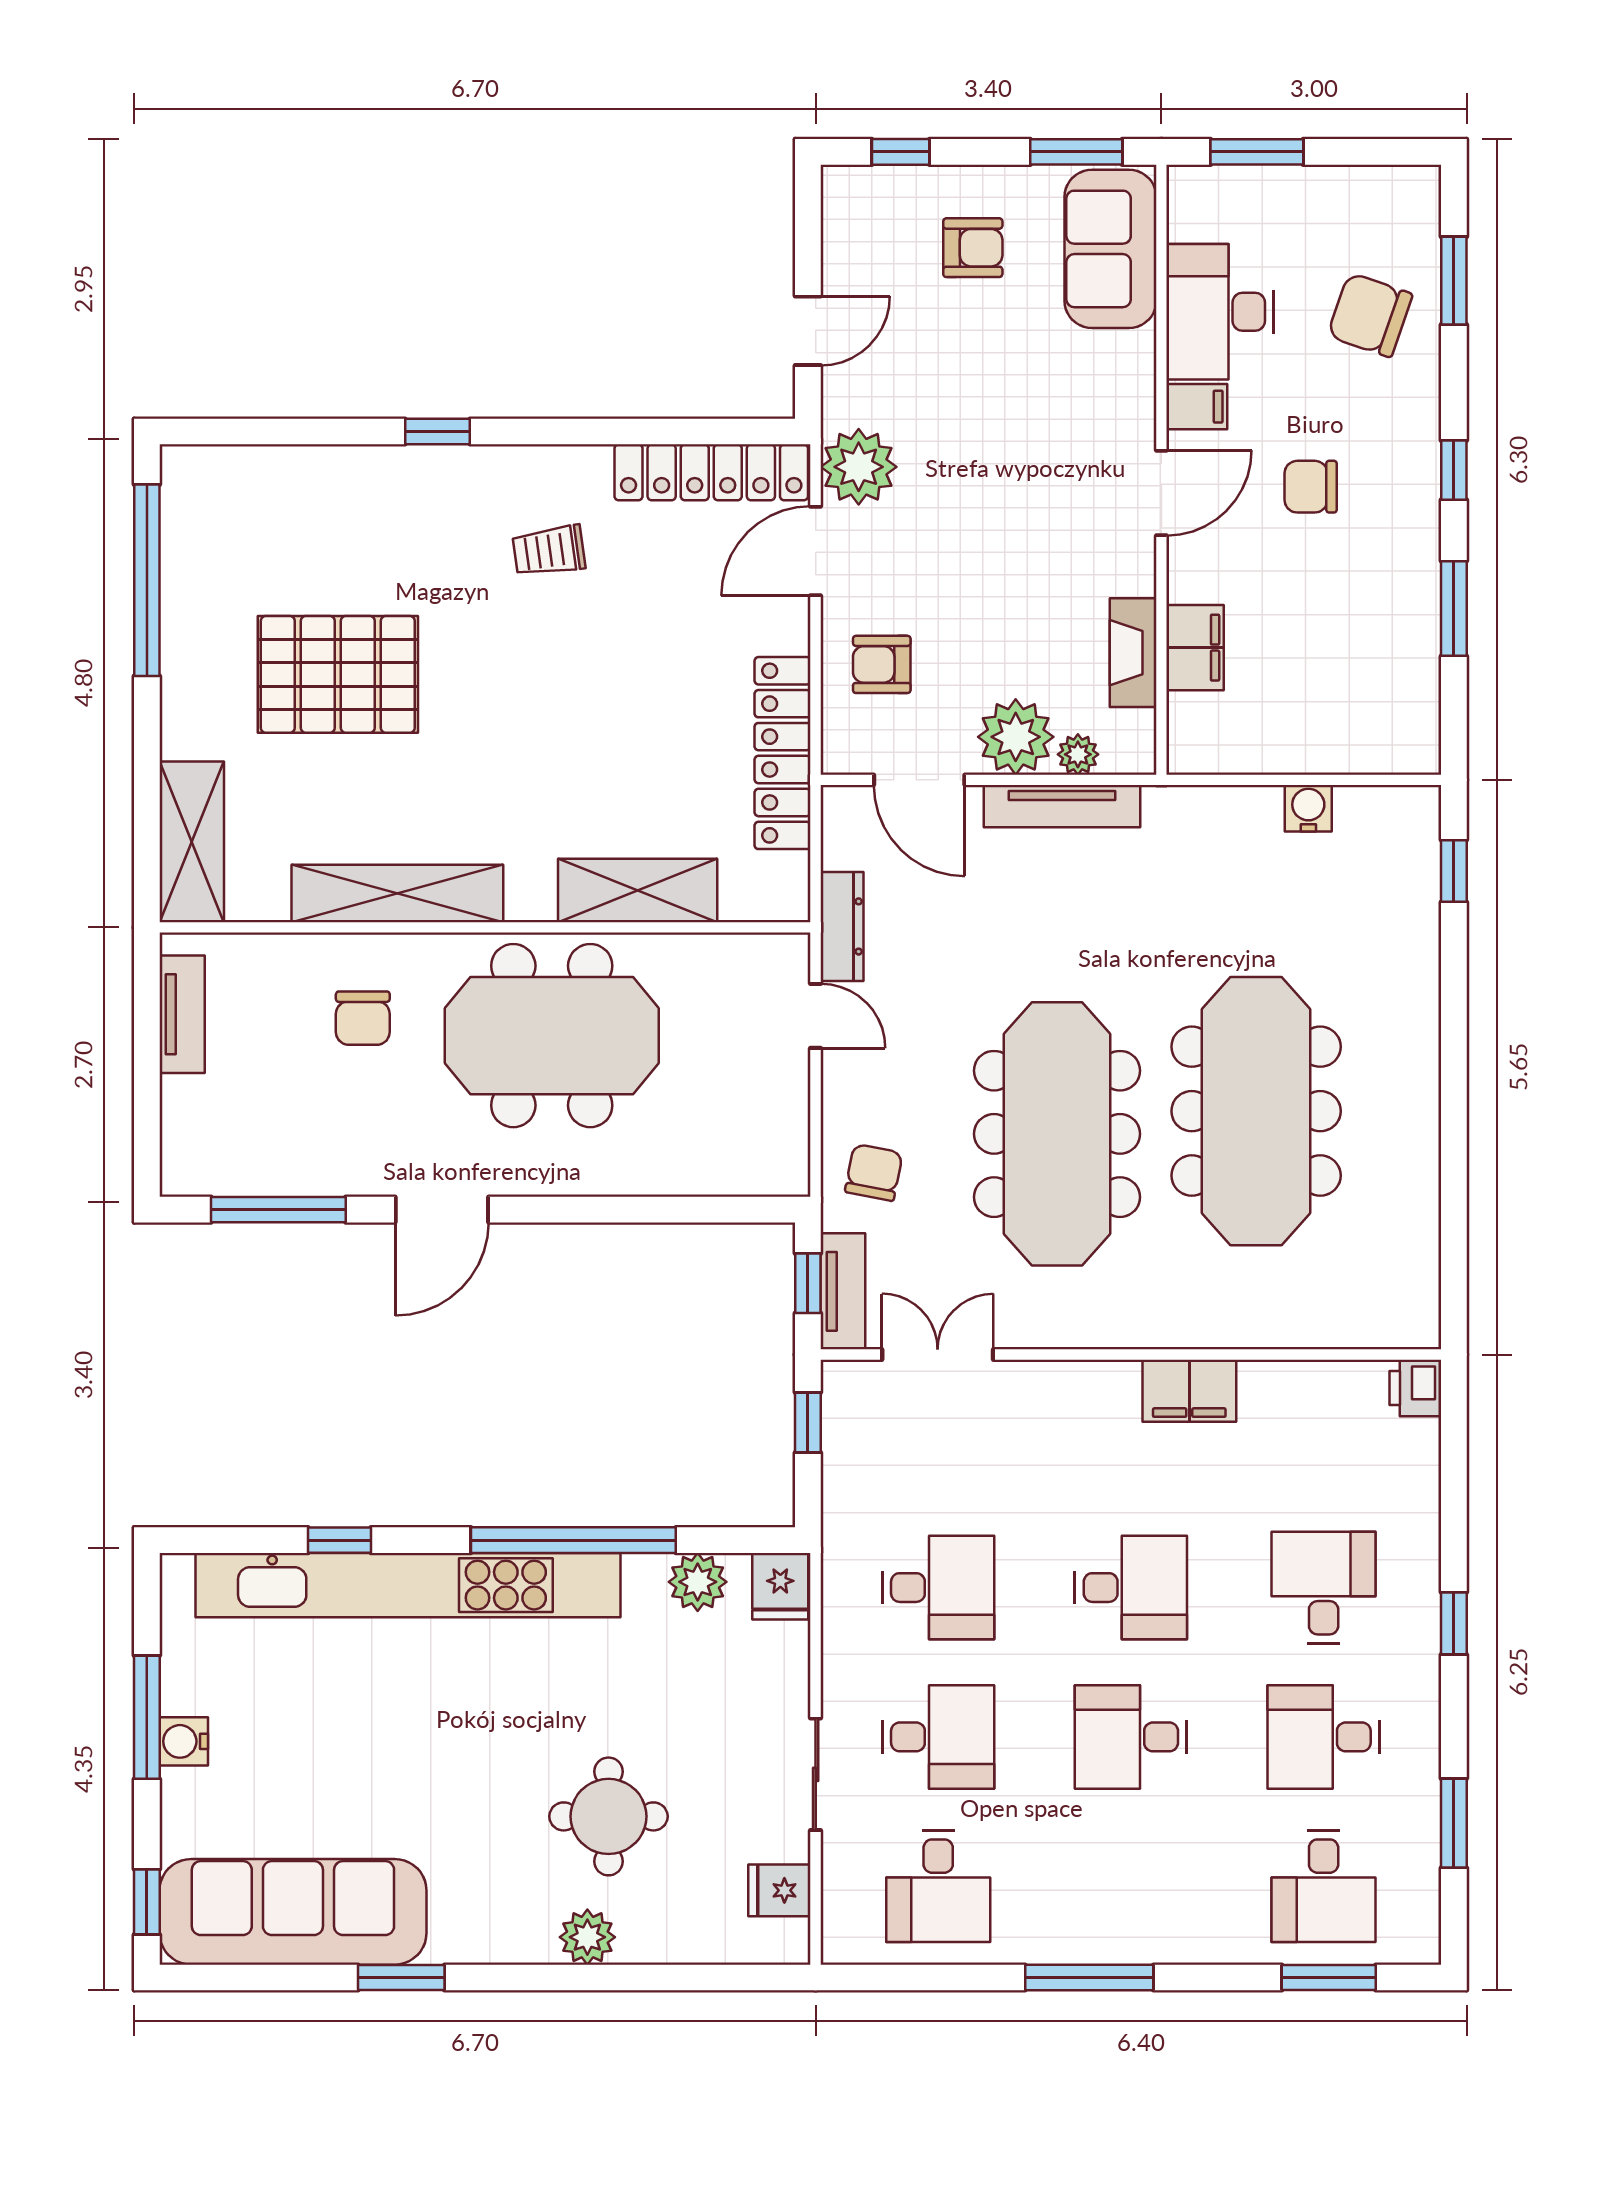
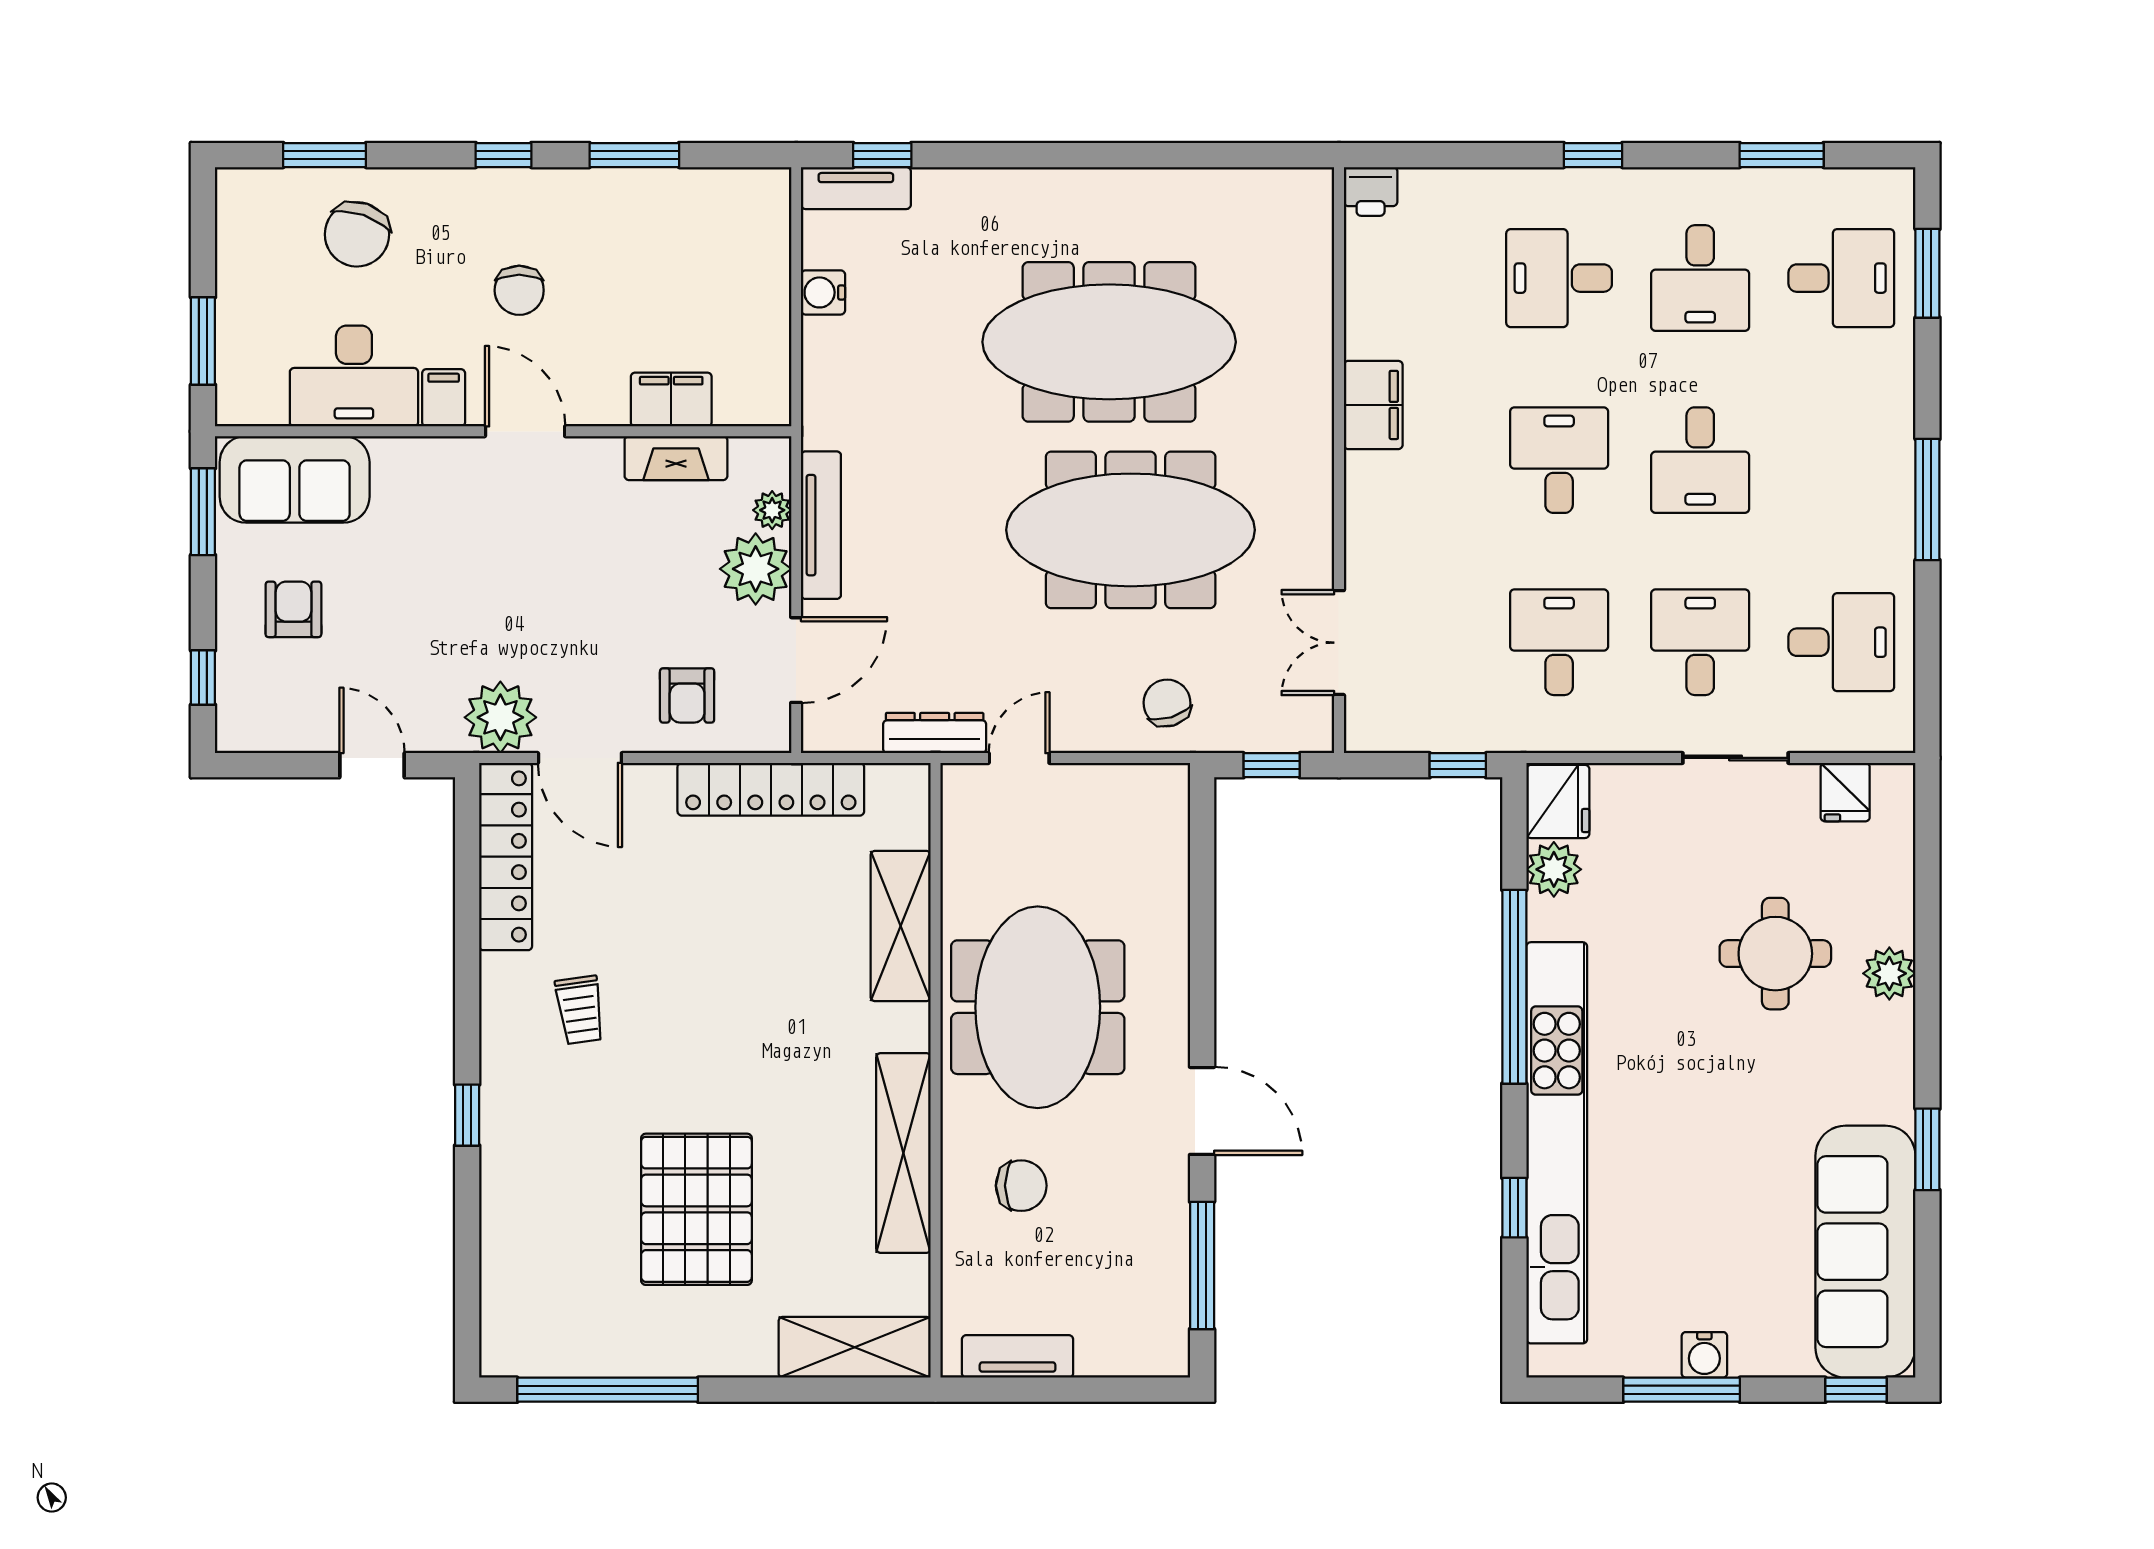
chair: (874, 1172) -> (1167, 703), turned 62
tv unit: (843, 1291) -> (856, 188), moved, turned 180
window: (808, 1422) -> (1458, 765), moved
fridge: (780, 1586) -> (1558, 801), width x1.38

